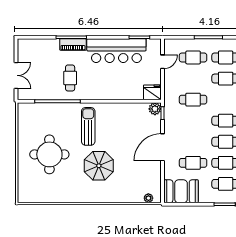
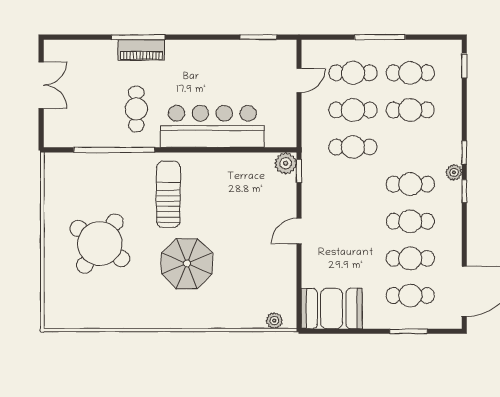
bar counter: (116, 51) -> (212, 126), moved, turned 180
double door: (16, 75) -> (41, 85), moved
fridge: (152, 92) -> (281, 134), removed
door: (162, 147) -> (299, 231), width x0.53
round table: (49, 154) -> (100, 244), turned 35
cafe table: (193, 163) -> (353, 110), moved

